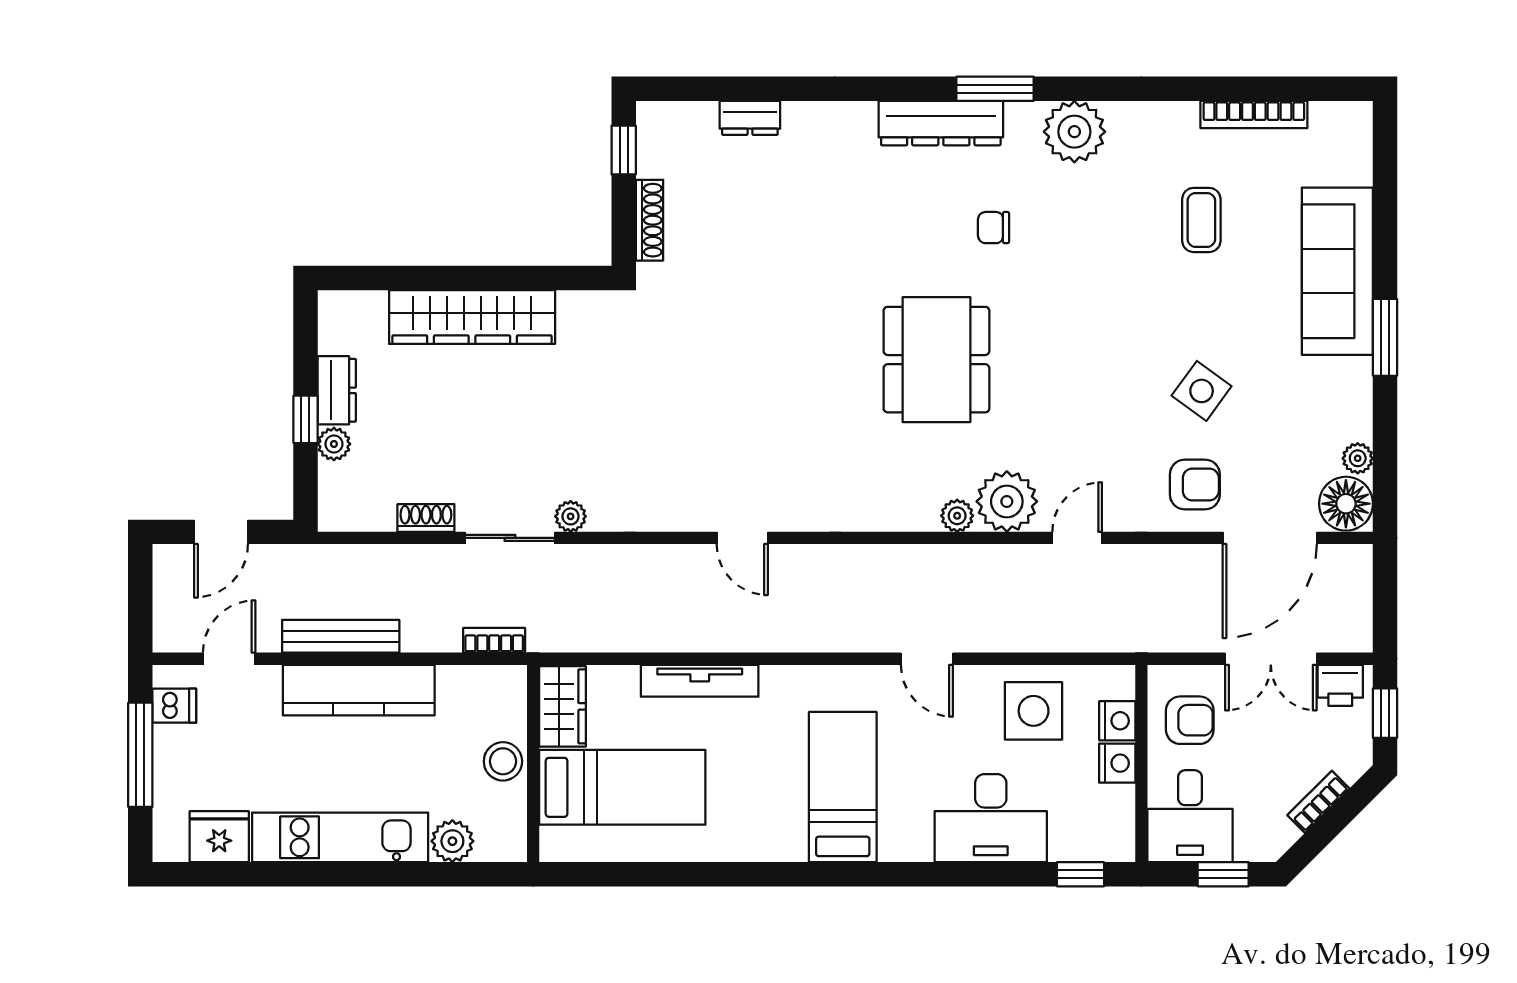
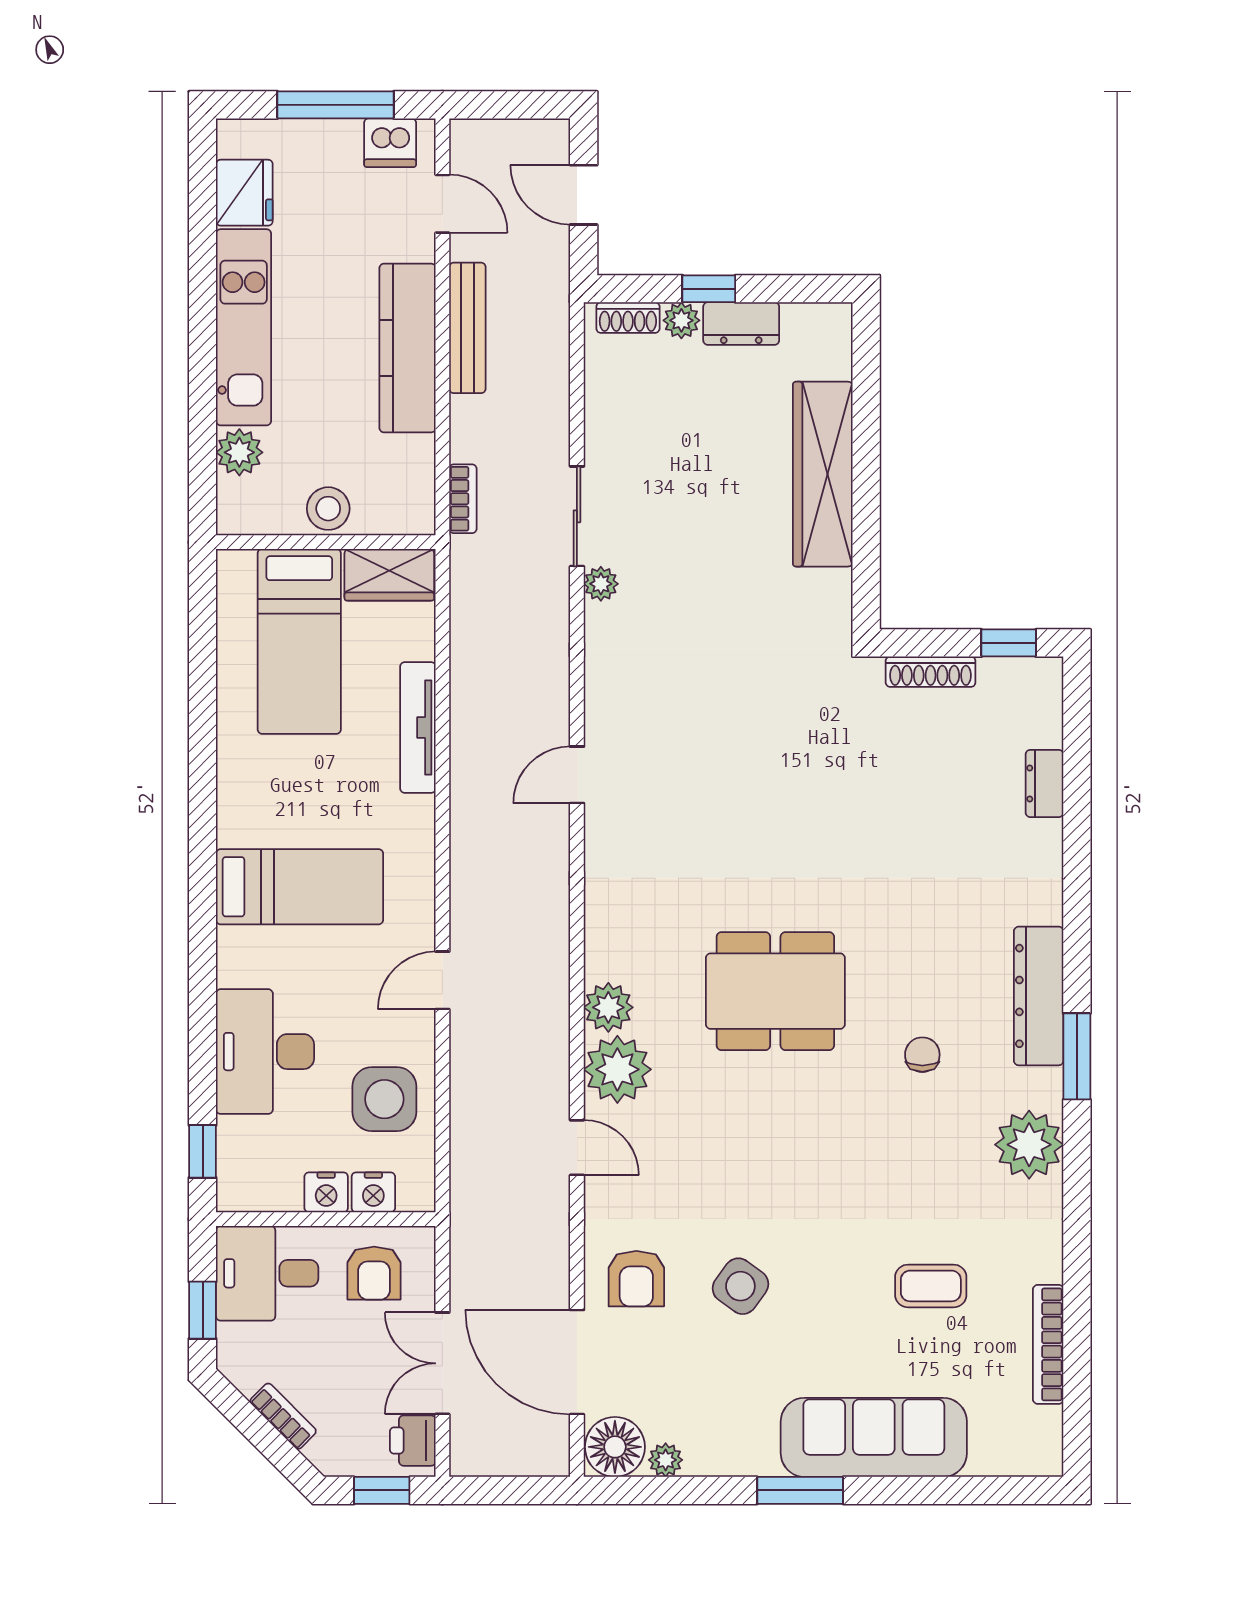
plant: (957, 516) -> (608, 1007), width x1.38, depth x1.38
shoe rack: (426, 518) -> (628, 318), moved, turned 90
dishwasher: (174, 706) -> (390, 143), width x1.38

